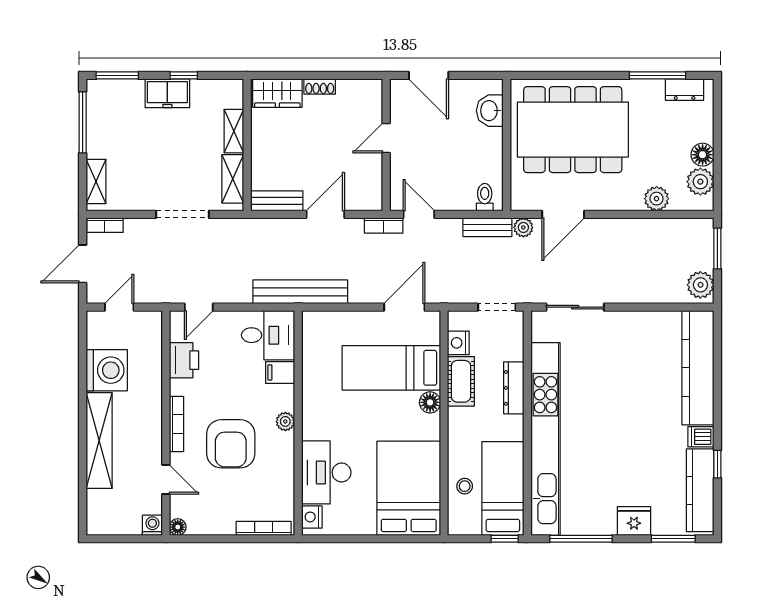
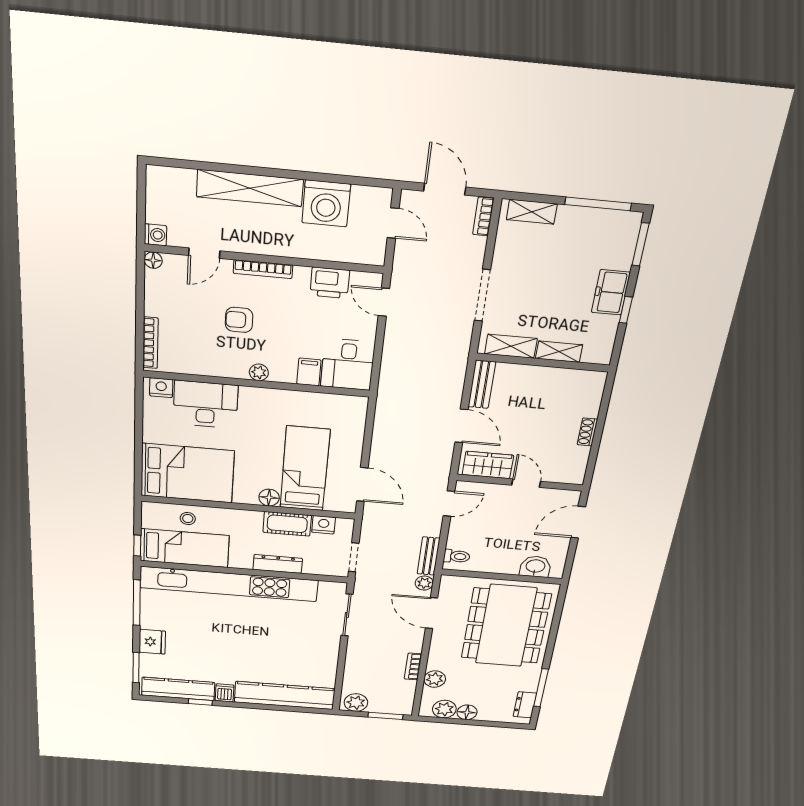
wardrobe: (277, 93) -> (488, 465), moved, turned 90
bookcase: (384, 226) -> (413, 666), moved
bench: (300, 292) -> (388, 397), removed
armchair: (231, 444) -> (239, 320), width x0.53, depth x0.53

